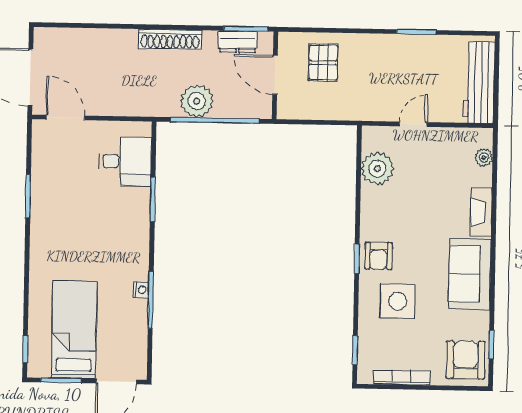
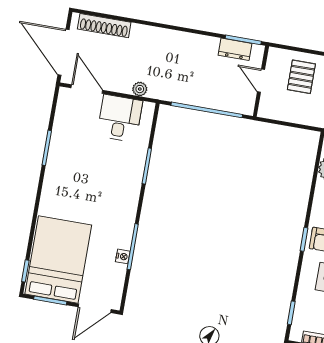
shoe rack: (170, 39) -> (104, 26), moved
door: (275, 75) -> (261, 81), width x0.73
plant: (197, 101) -> (140, 89), moved, width x0.53, depth x0.53
desk: (125, 161) -> (120, 118), moved, turned -90
nightstand: (141, 290) -> (123, 256), moved
bed: (74, 330) -> (58, 260), width x1.50

